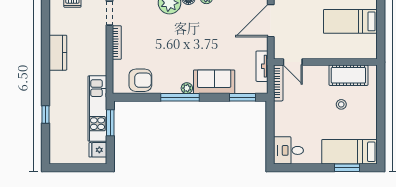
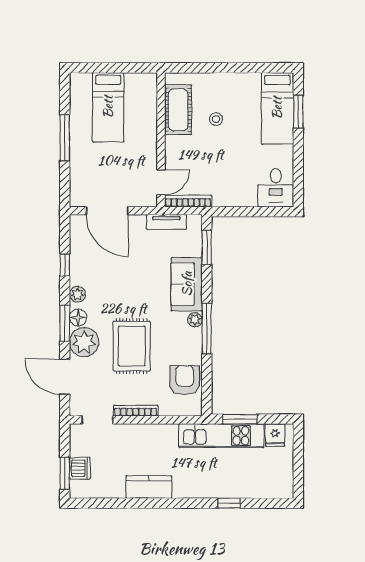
rug: (166, 39) -> (132, 346), added

